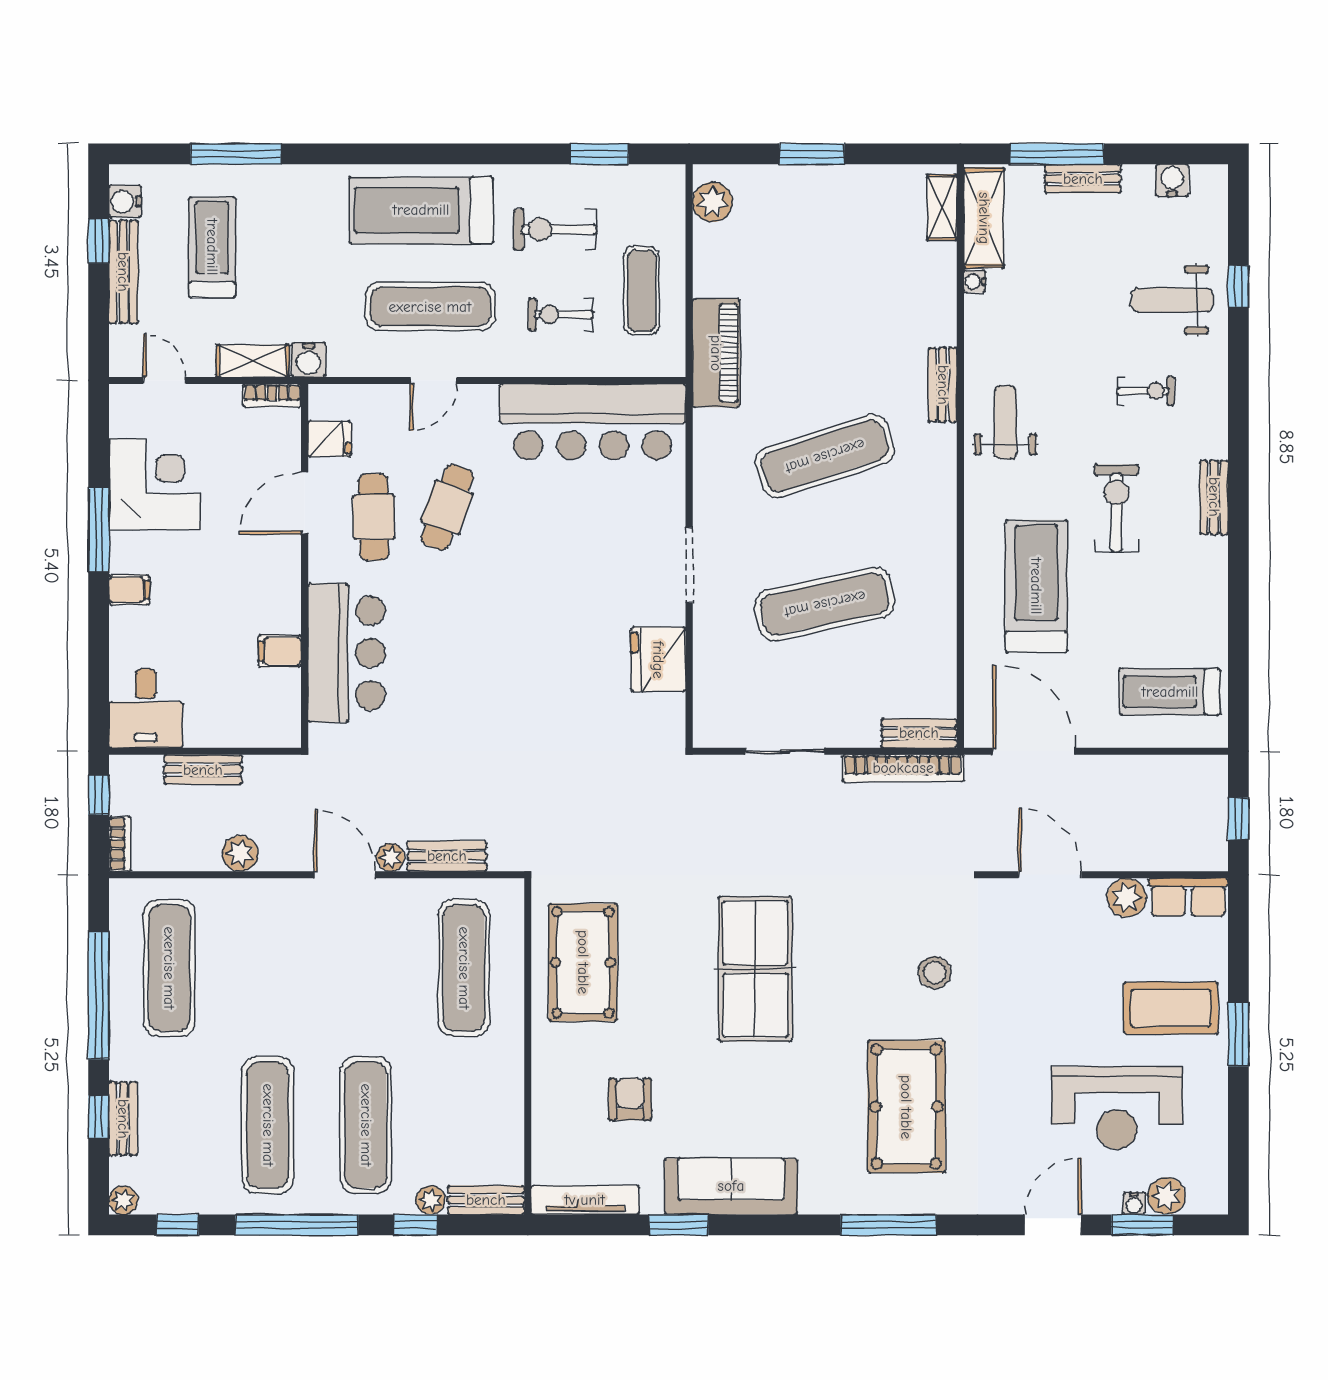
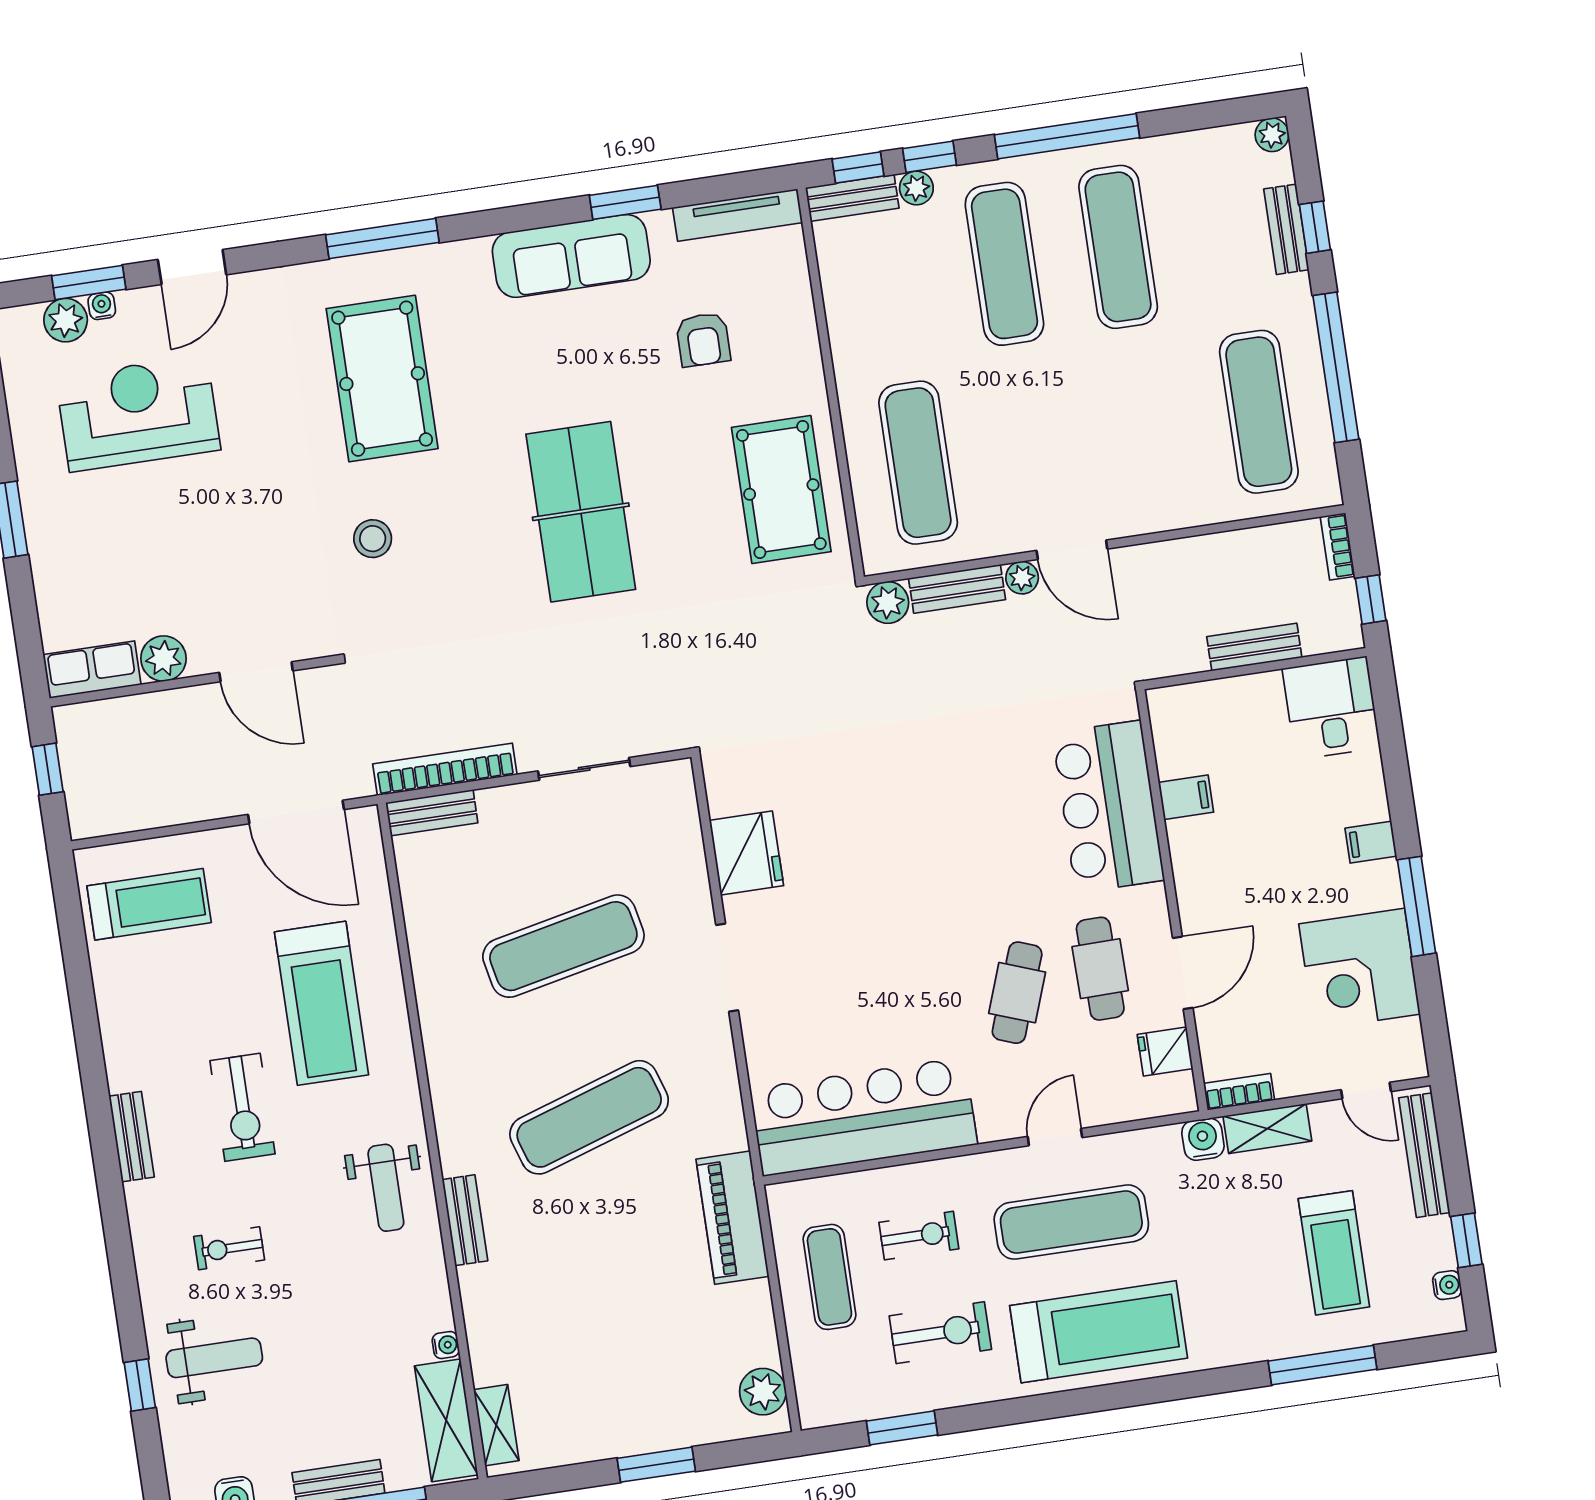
water cooler: (125, 201) -> (1447, 1285), width x0.72, depth x0.72
bench: (123, 272) -> (1424, 1155), moved
plant: (240, 854) -> (888, 602), moved
coffee table: (1171, 1008) -> (93, 538), removed
window: (178, 1225) -> (858, 167), moved

